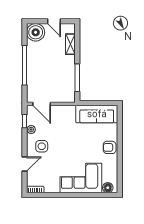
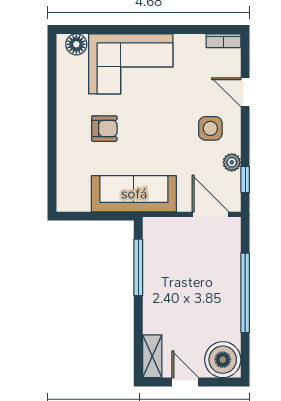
shelving: (70, 44) -> (152, 356), moved
sofa: (97, 114) -> (134, 194), moved
armchair: (110, 147) -> (104, 129), moved
door: (25, 164) -> (245, 92), hinge flipped

